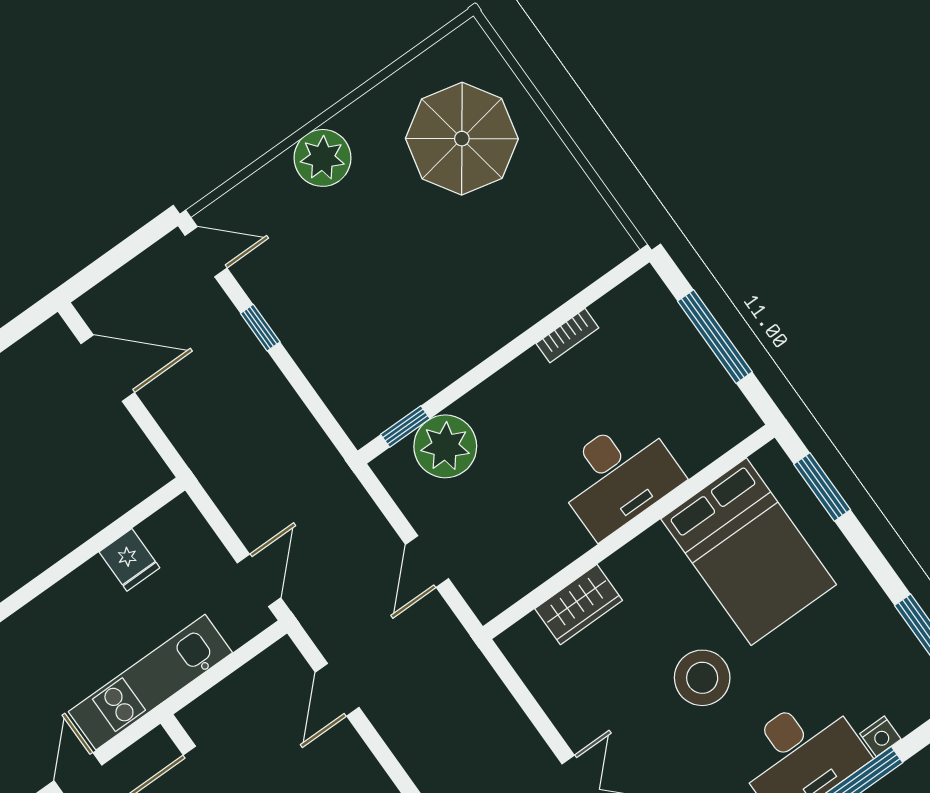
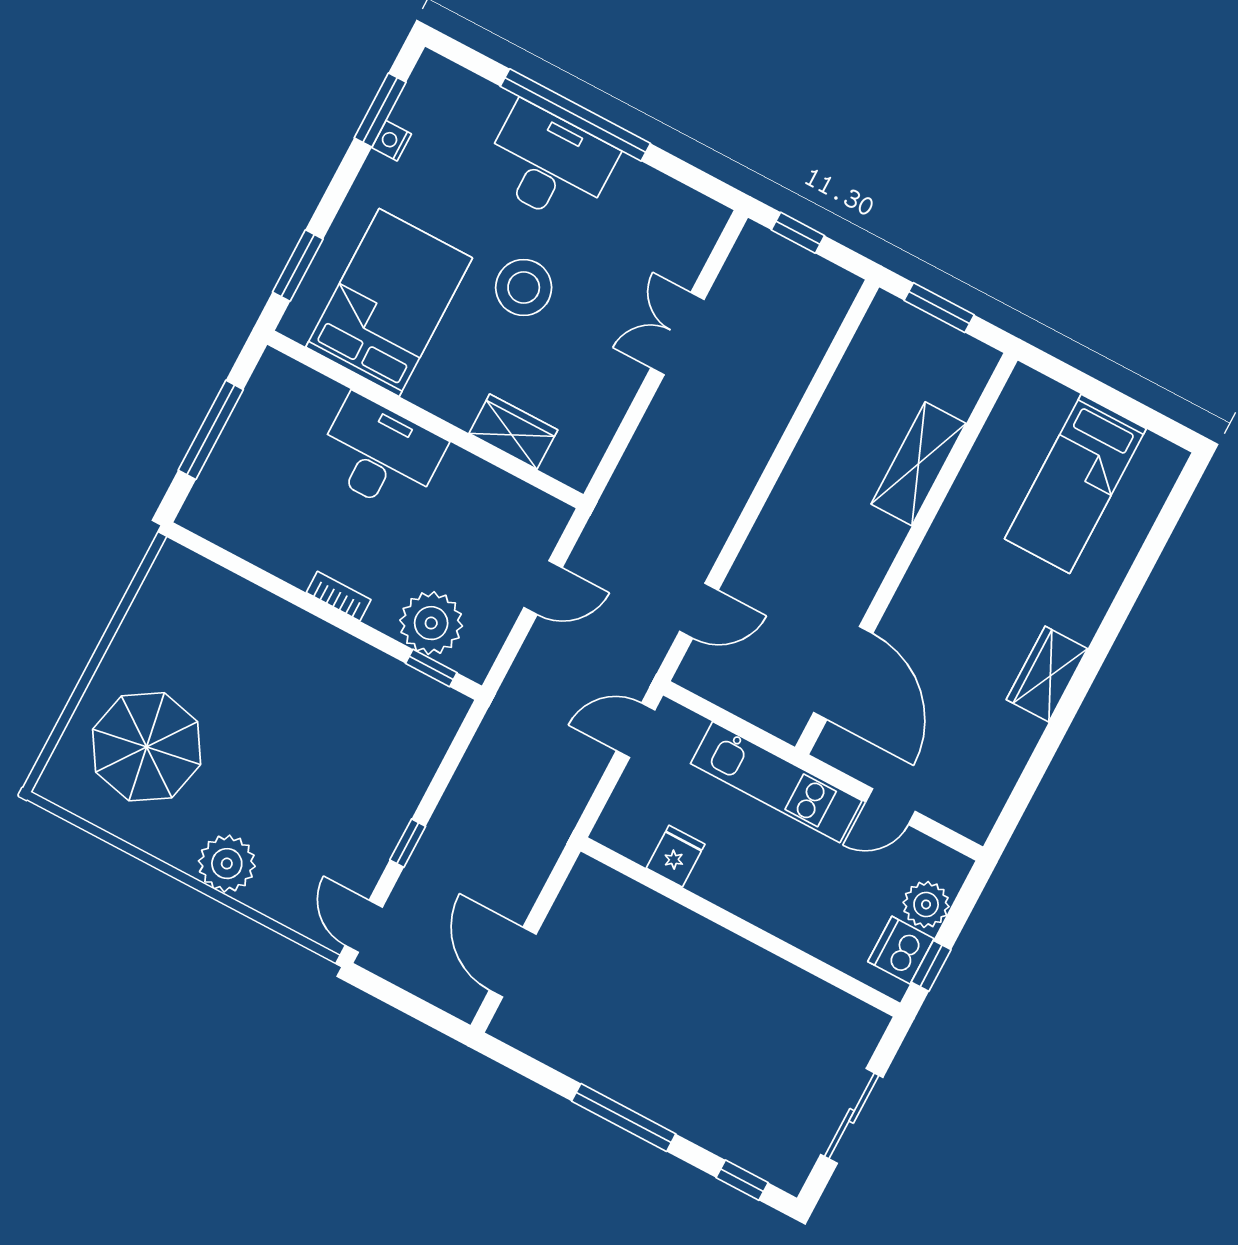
bookcase: (567, 336) -> (339, 596), moved
nightstand: (880, 736) -> (392, 141), moved, turned -90

